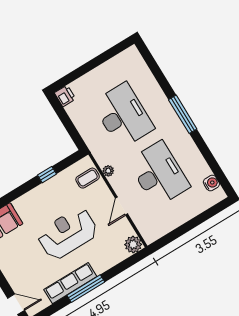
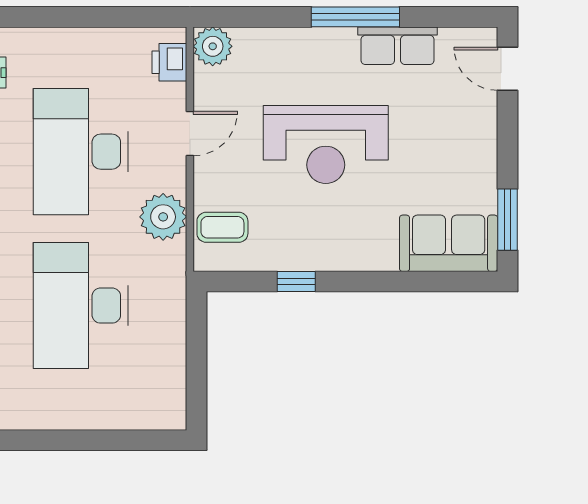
printer: (65, 96) -> (169, 62), moved
plant: (108, 171) -> (163, 217), width x1.87, depth x1.87
row of seats: (70, 283) -> (398, 46), width x0.68

